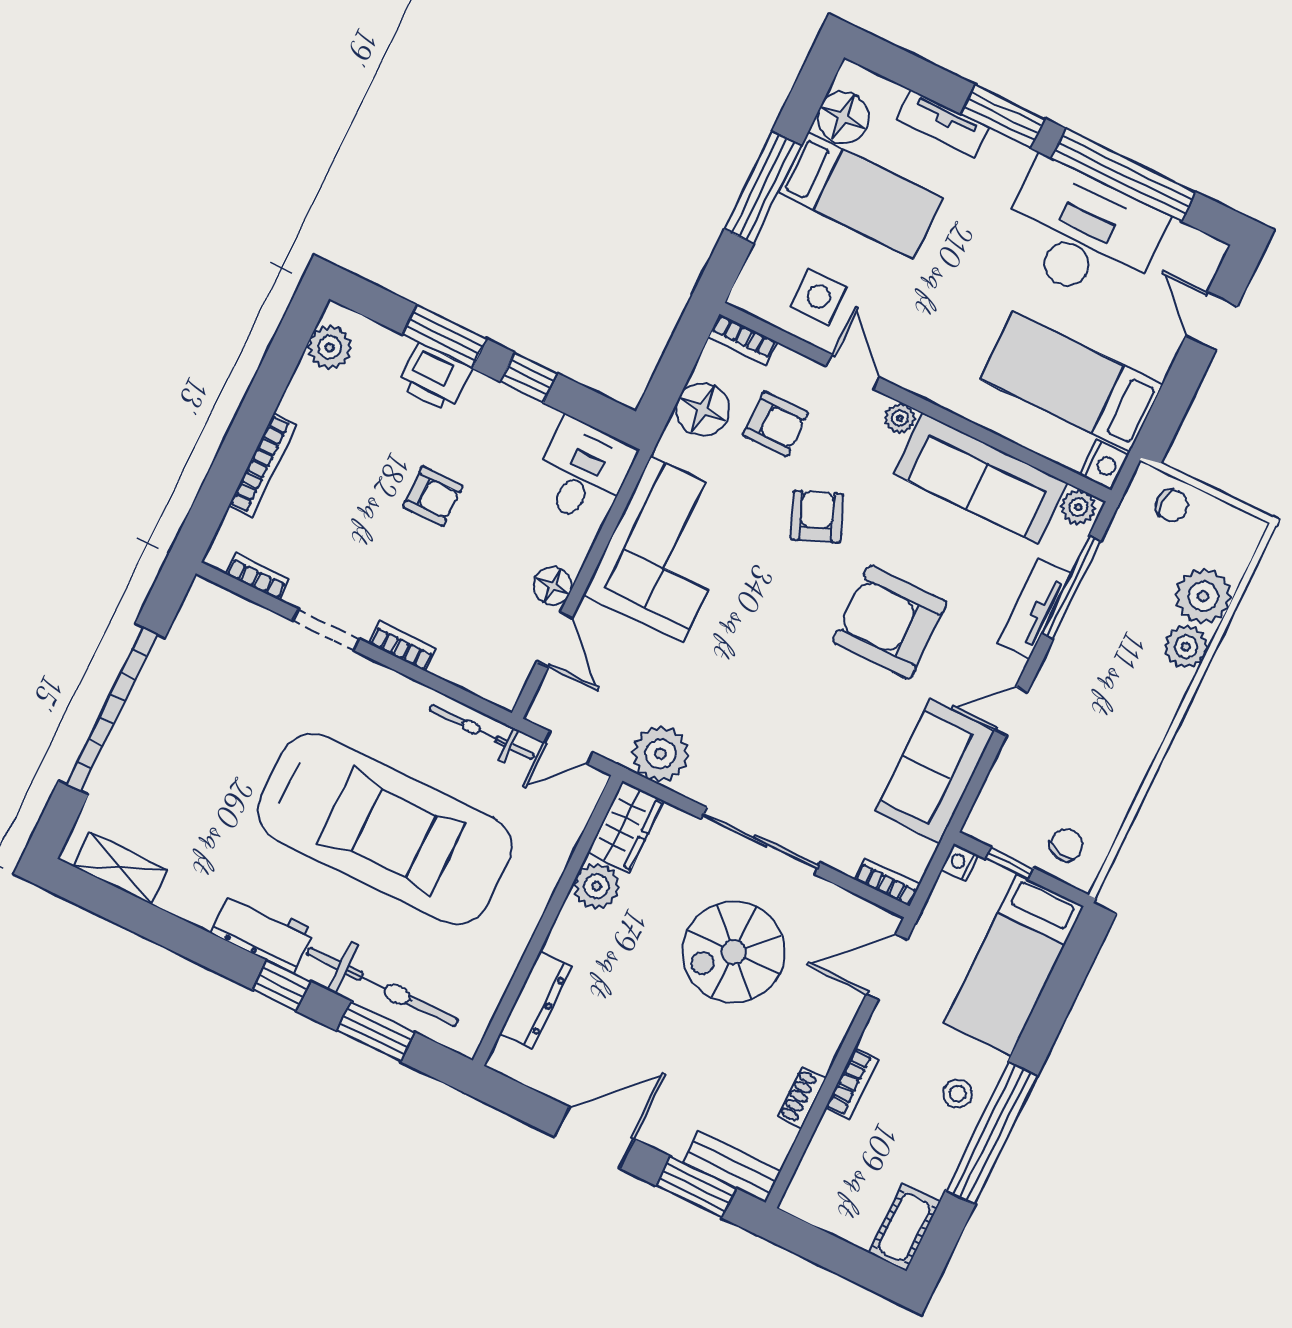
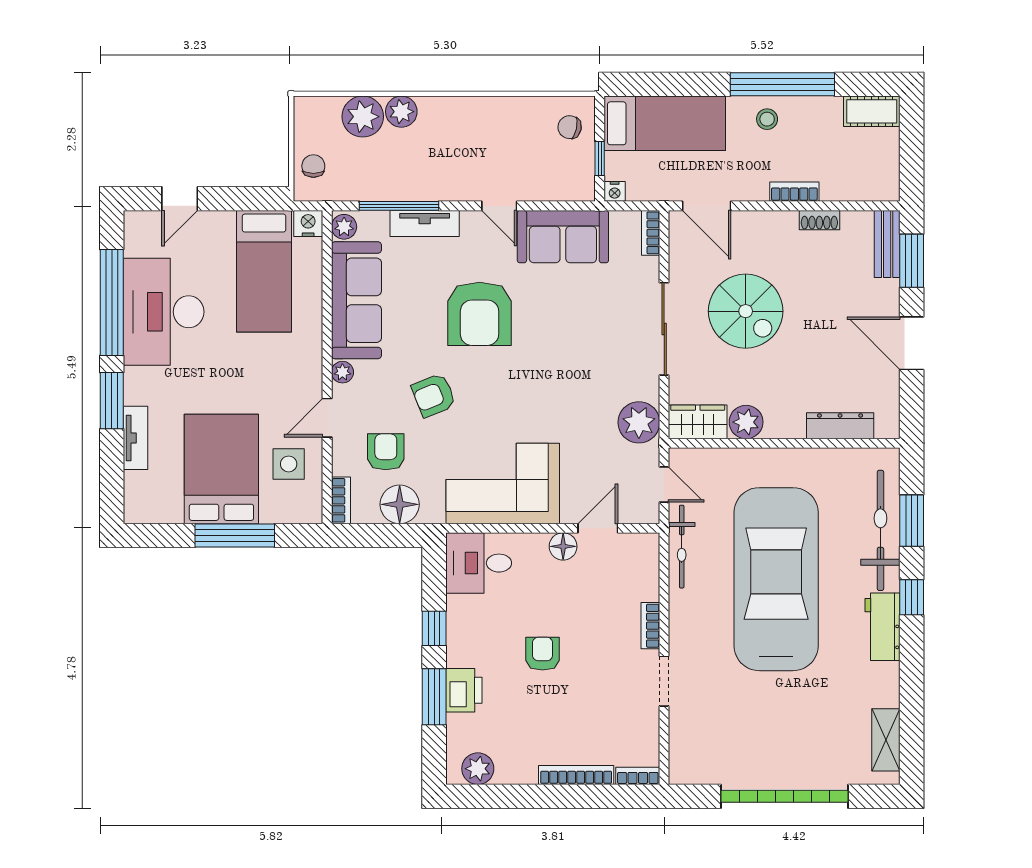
floor lamp: (843, 117) -> (163, 505), removed
bed: (860, 196) -> (221, 469), width x1.50
bookcase: (257, 576) -> (638, 776), moved, turned 90

